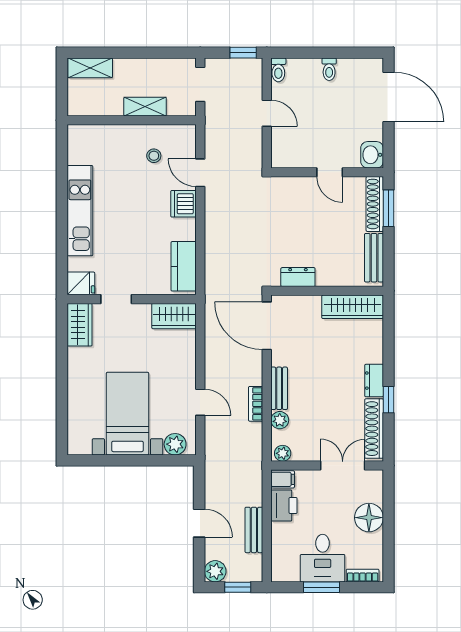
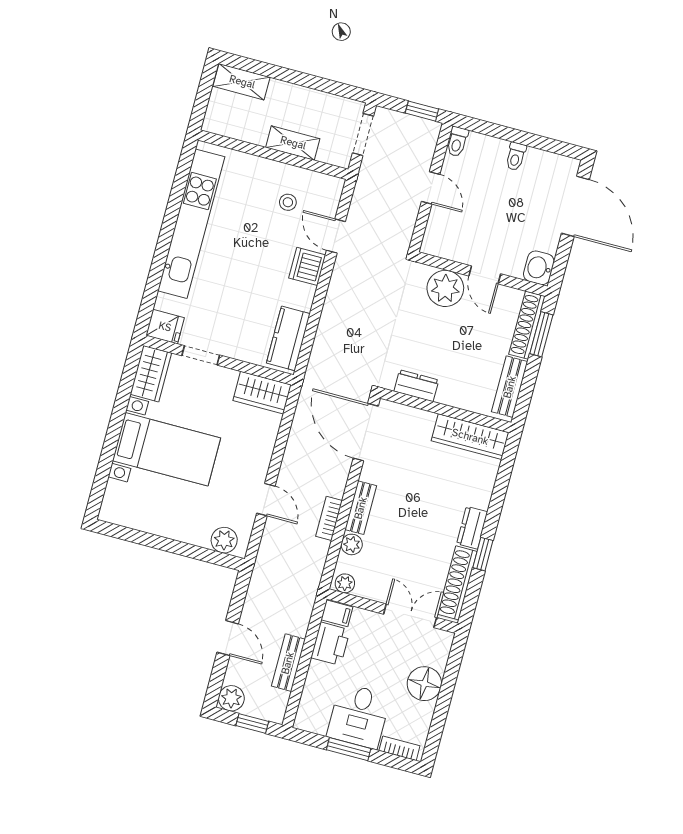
plant: (300, 192) -> (445, 288), added
kitchen unit: (80, 211) -> (191, 224), width x1.36
bed with nightstands: (127, 414) -> (167, 449), moved, turned 90

